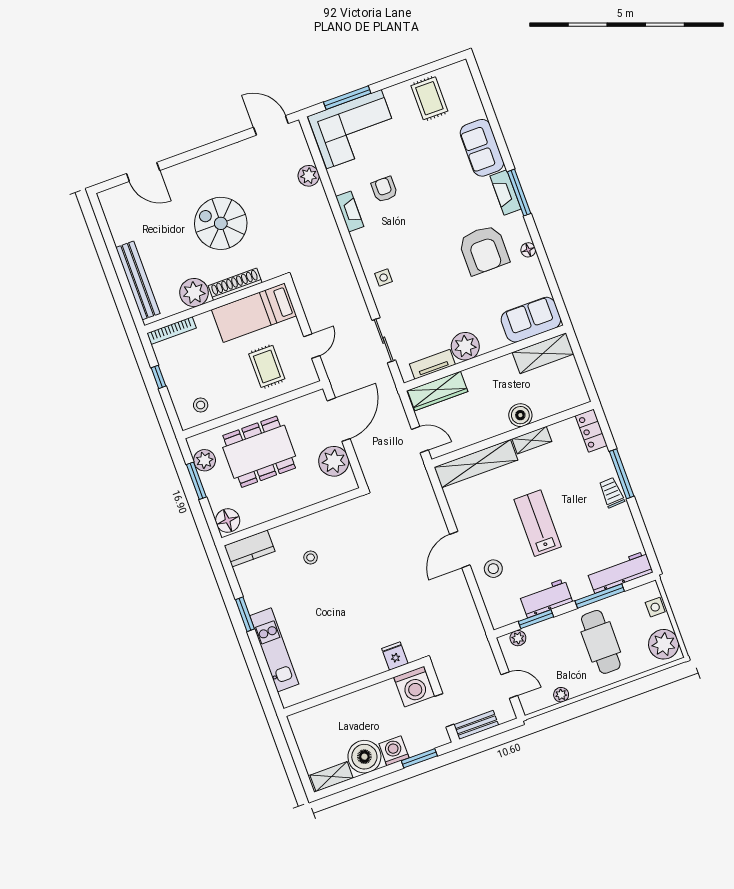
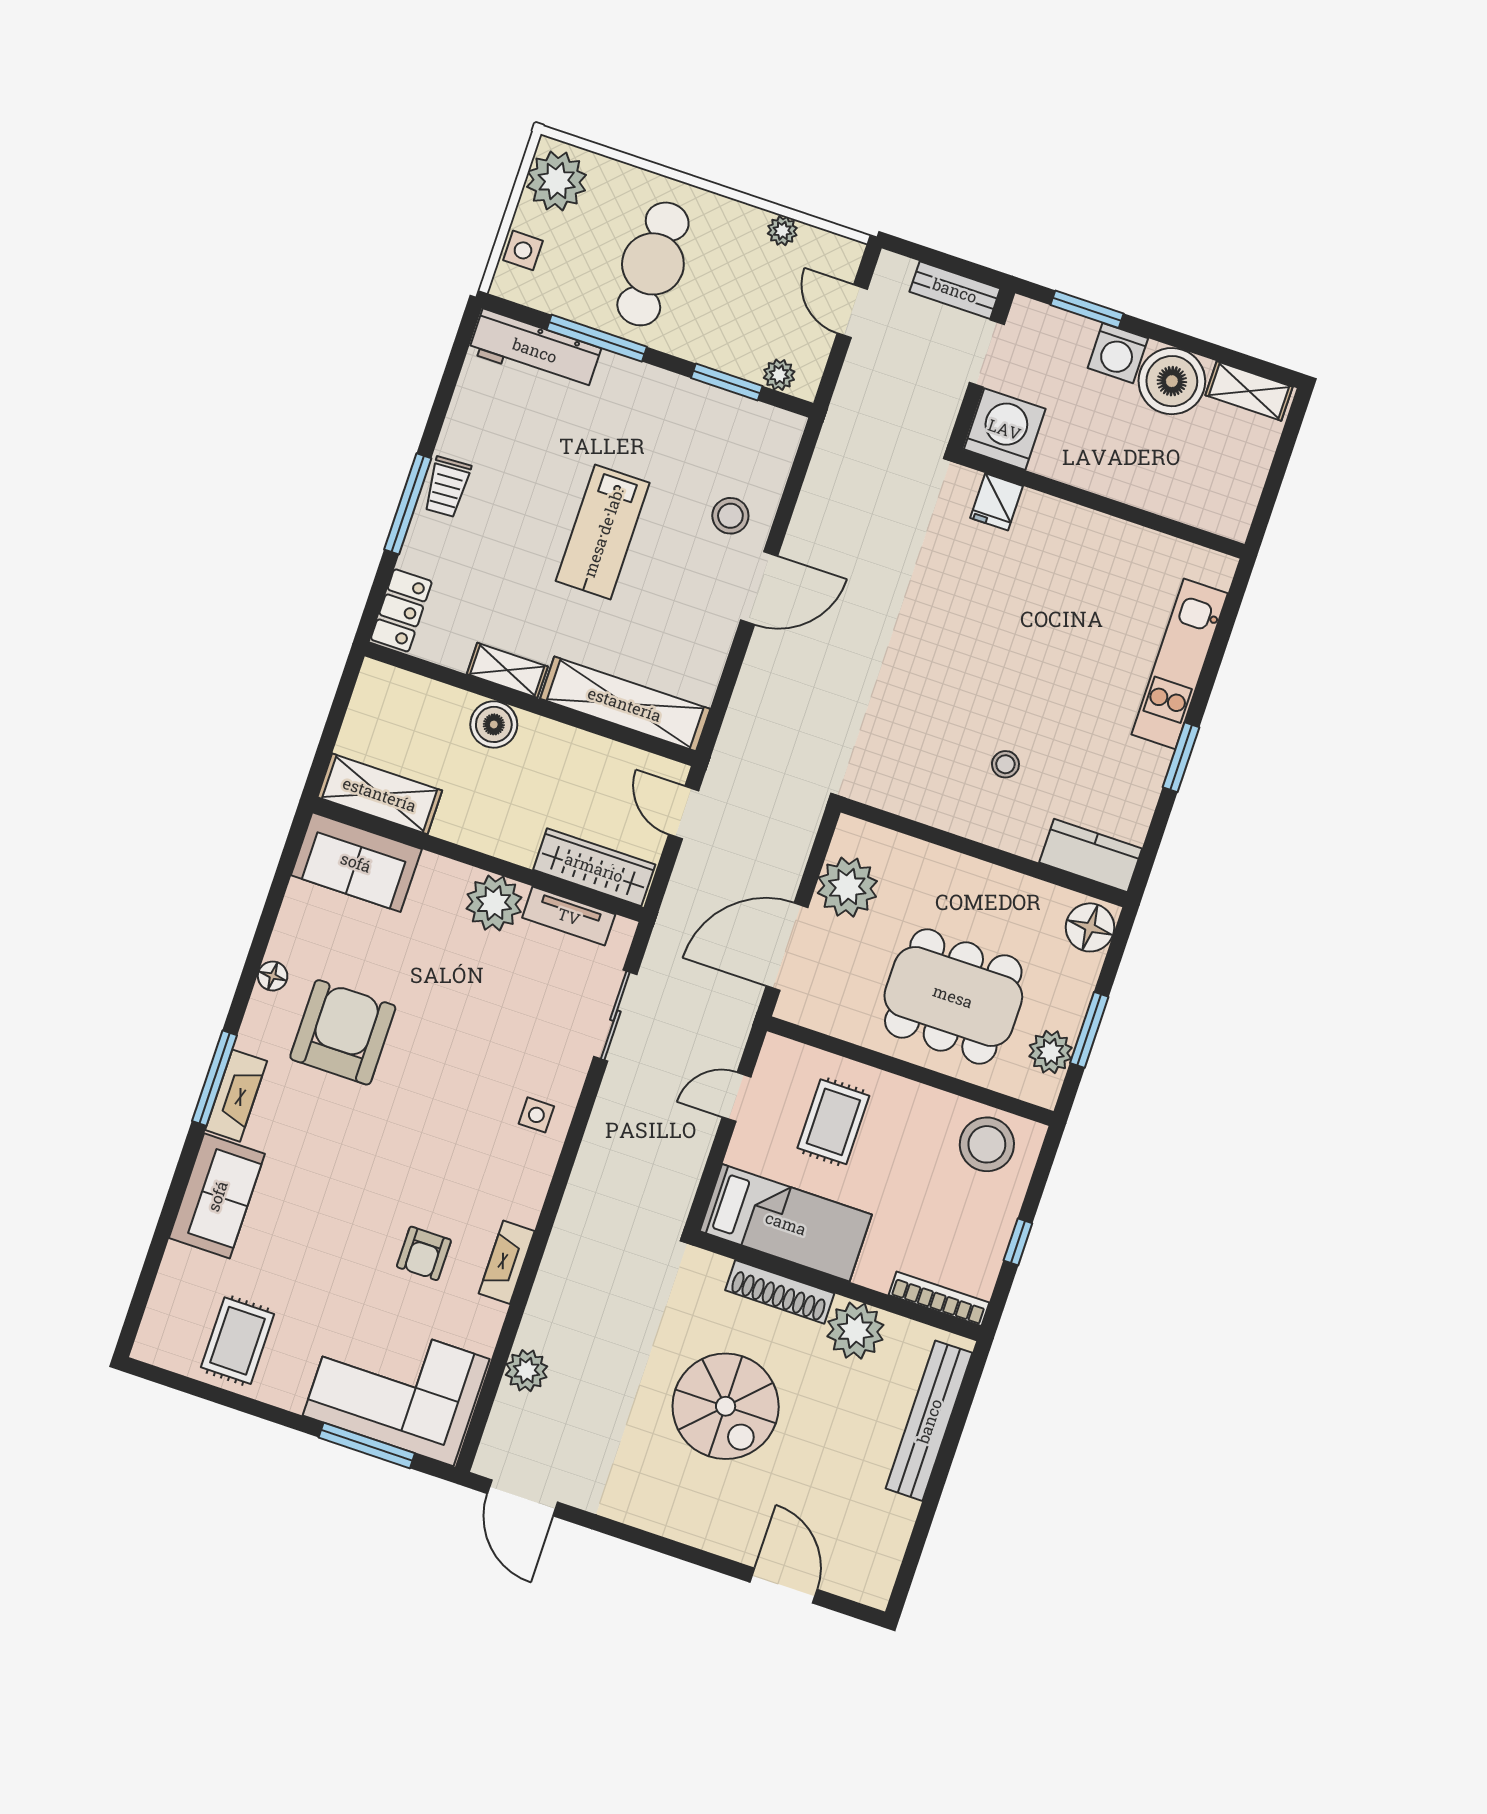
stool: (201, 405) -> (987, 1144), width x1.89, depth x1.89
workbench: (546, 598) -> (685, 403), removed

